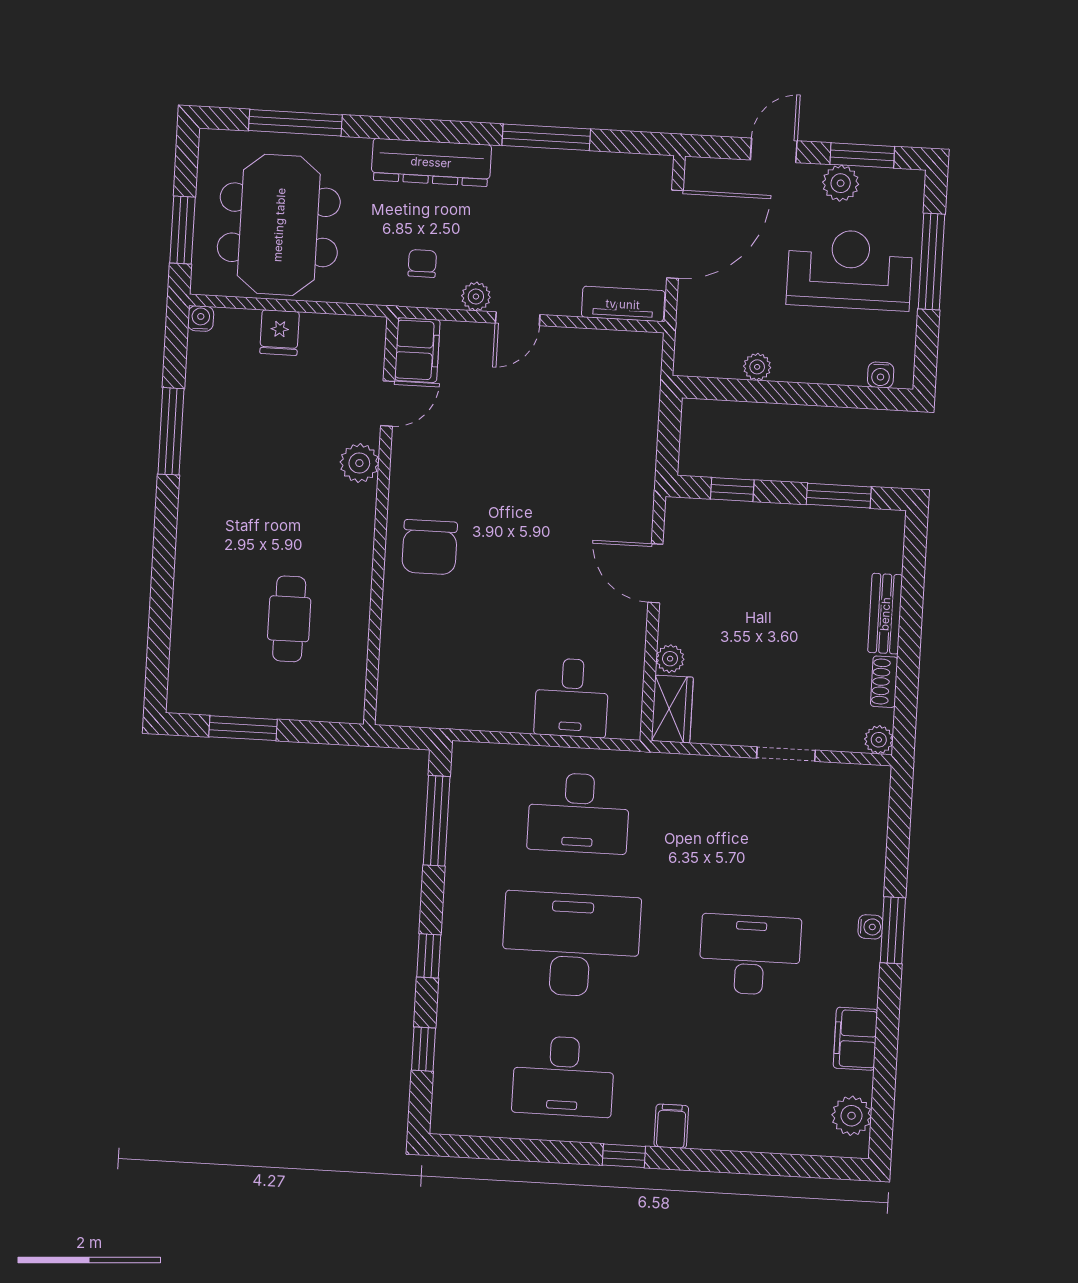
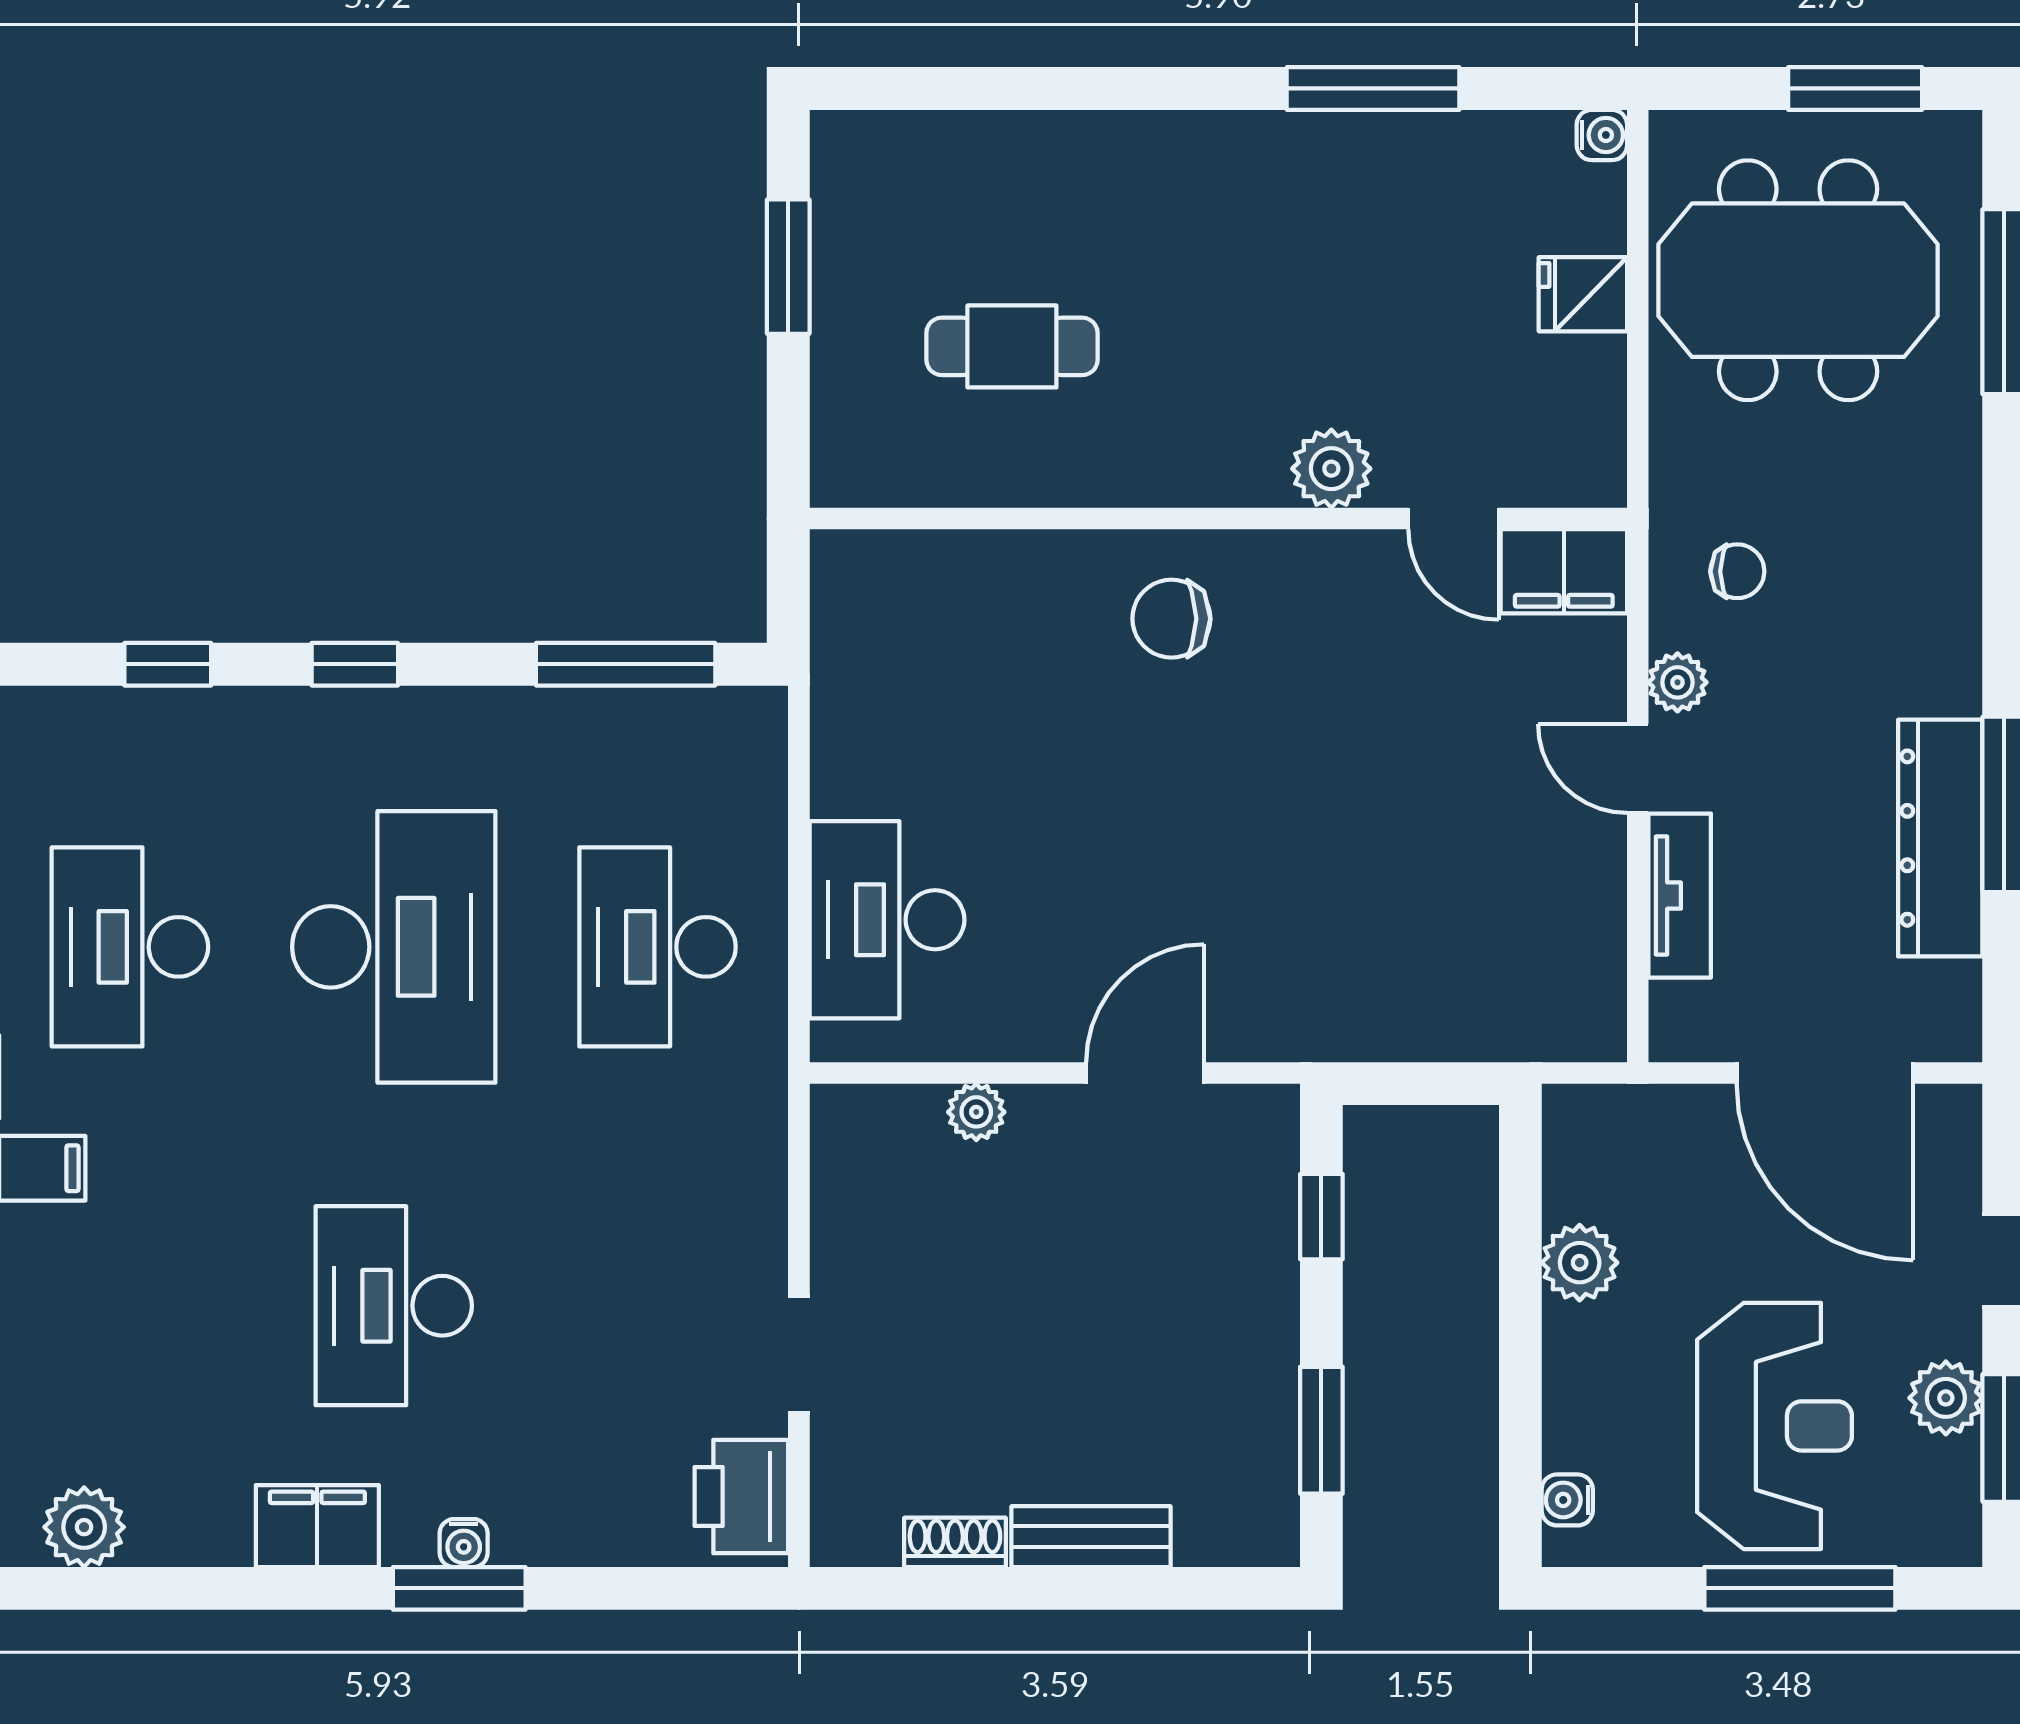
dresser: (431, 162) -> (1940, 838), moved
window: (182, 230) -> (1855, 88), moved
tv unit: (623, 304) -> (1680, 896), moved
plant: (757, 367) -> (1580, 1263), width x1.38, depth x1.38
chair: (430, 547) -> (1171, 619), width x0.73, depth x0.73
desk: (572, 698) -> (887, 920), width x1.37
wardrobe: (672, 709) -> (876, 1122), removed
plant: (879, 740) -> (838, 1538), removed
printer: (855, 787) -> (741, 1496), added
desk: (750, 955) -> (394, 1306), turned 180
filing cabinet: (855, 1039) -> (317, 1526), moved

